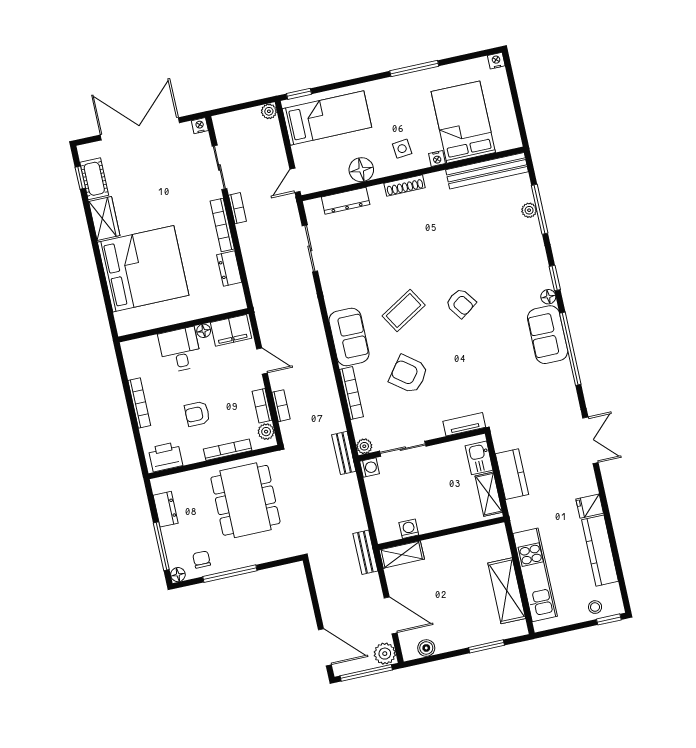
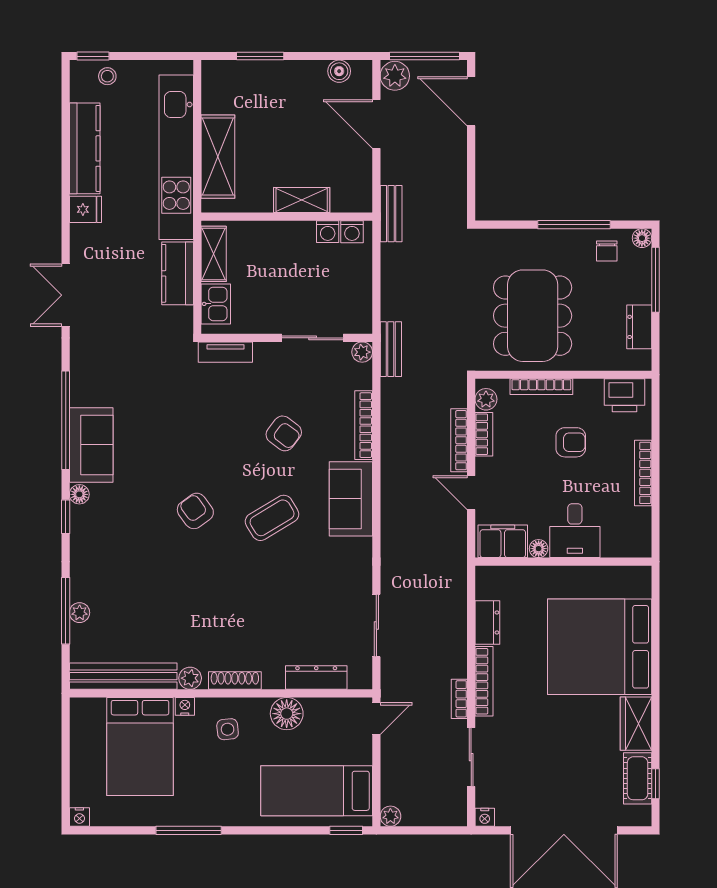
plant: (438, 180) -> (190, 678), added
armchair: (409, 374) -> (284, 433), width x0.72, depth x0.72
bookcase: (281, 406) -> (459, 440), width x1.56
washing machine: (370, 467) -> (352, 232), moved, turned -90
shelving: (402, 555) -> (302, 200), moved
kitchen unit: (535, 575) -> (176, 157), width x1.36
shelving: (507, 591) -> (218, 157), moved

